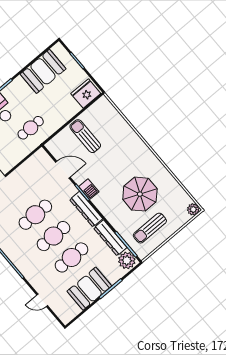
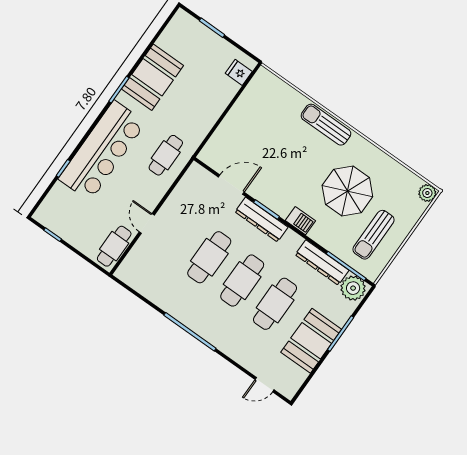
booth: (43, 71) -> (153, 77), moved
fridge: (86, 93) -> (239, 72), width x0.53, depth x0.75
cafe table: (31, 128) -> (166, 155), moved
sun lounger: (85, 136) -> (326, 125), moved
barbecue: (89, 189) -> (300, 221), moved
dresser: (86, 209) -> (261, 220), moved
door: (42, 300) -> (265, 385), moved

